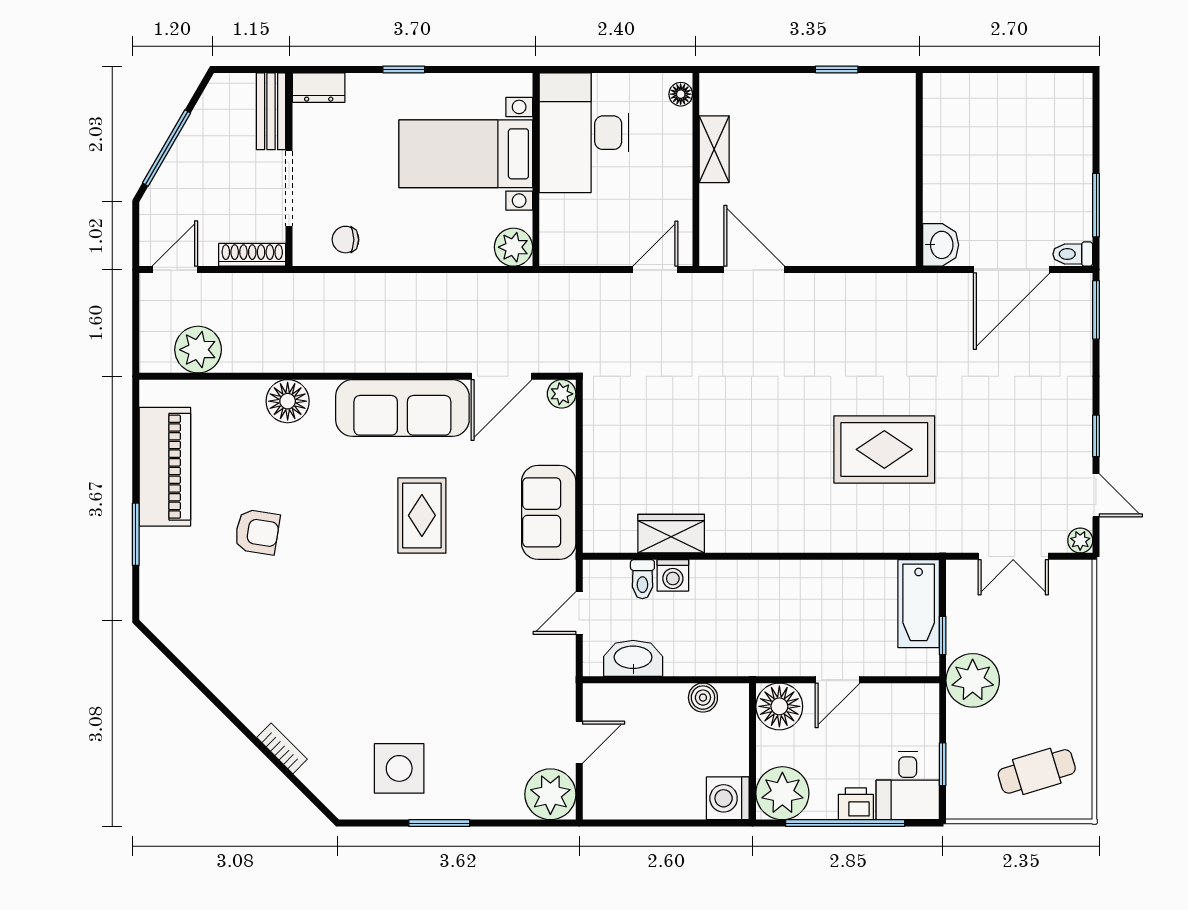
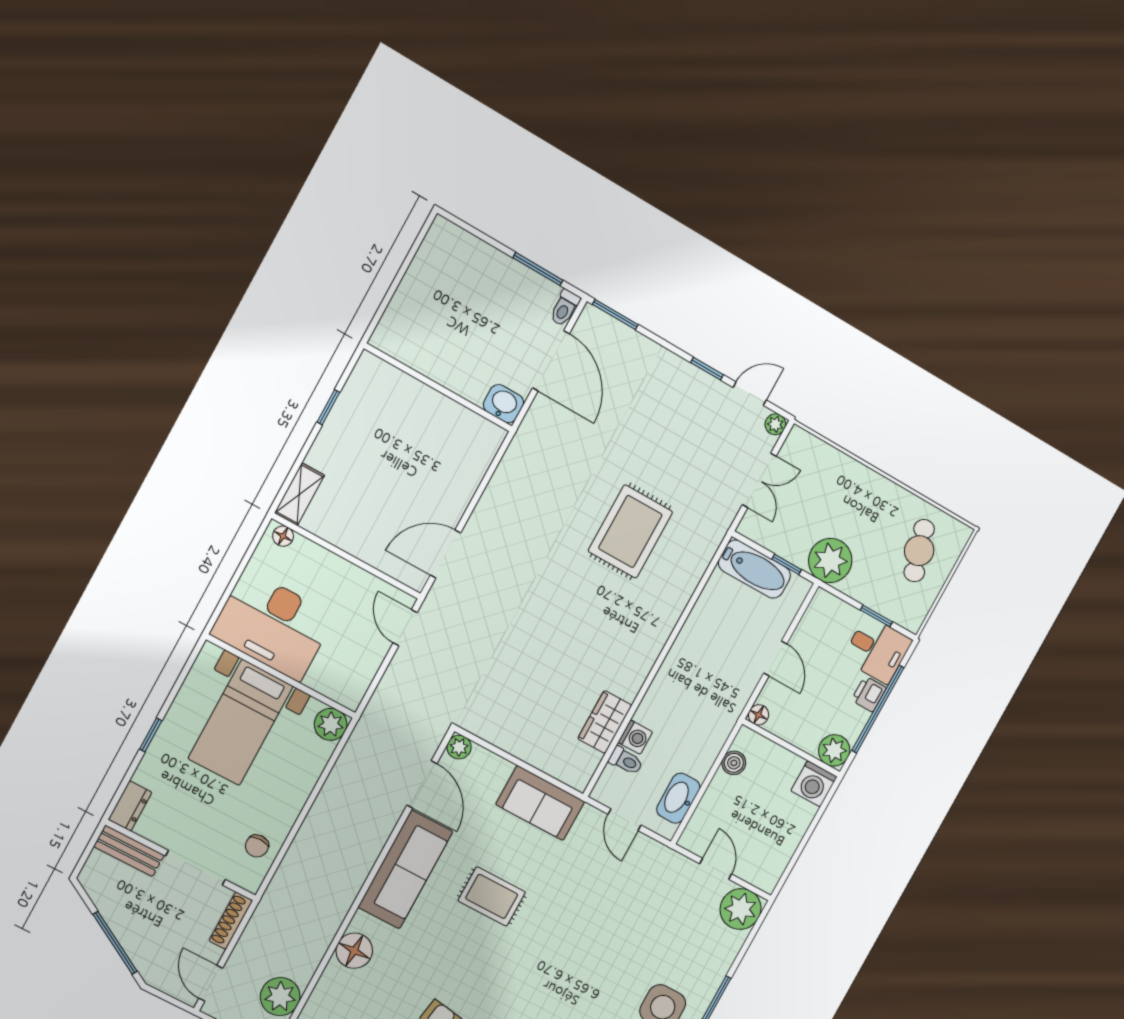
shelving: (714, 149) -> (299, 494), moved, turned 90
floor lamp: (779, 706) -> (759, 715), width x0.53, depth x0.53
plant: (782, 793) -> (834, 750), width x0.73, depth x0.73

